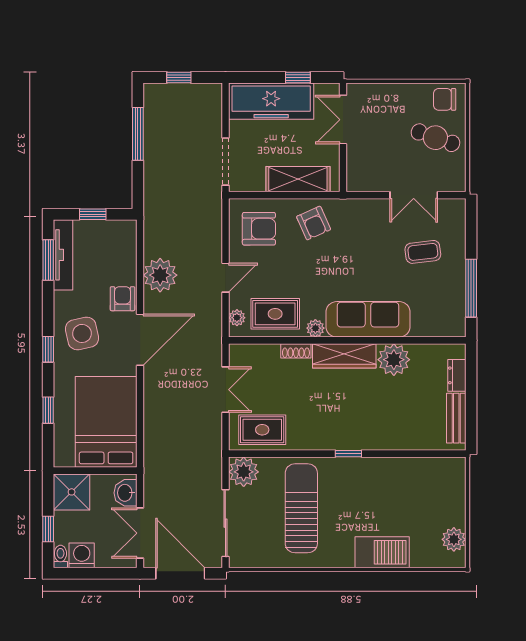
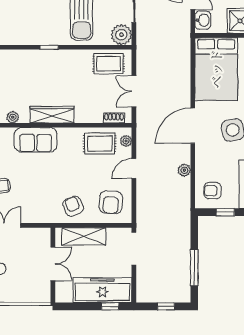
window: (298, 78) -> (110, 306), moved
double door: (343, 120) -> (53, 264), moved
armchair: (259, 229) -> (111, 202), turned -86
plant: (160, 275) -> (184, 170), width x0.53, depth x0.53
armchair: (122, 299) -> (213, 191), moved, turned 90
sofa: (368, 319) -> (36, 140), width x0.73
plant: (315, 328) -> (72, 134), removed
shoe rack: (296, 351) -> (114, 118), moved
plant: (394, 360) -> (13, 117), width x0.53, depth x0.53

